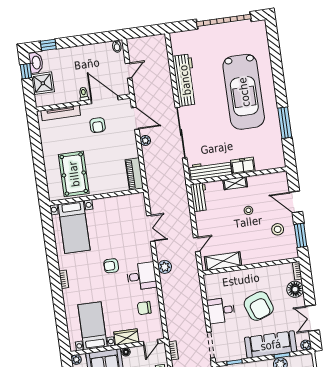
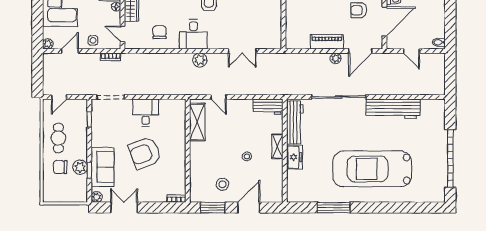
piano: (134, 174) -> (327, 42), moved
floor lamp: (295, 289) -> (157, 194), removed
sofa: (271, 345) -> (103, 167), width x0.73

